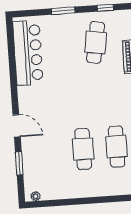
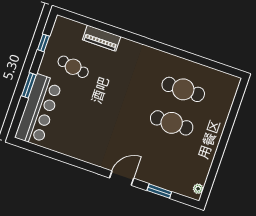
cafe table: (96, 42) -> (73, 67), width x0.73, depth x0.74
bar counter: (28, 53) -> (39, 110), moved, turned 90

